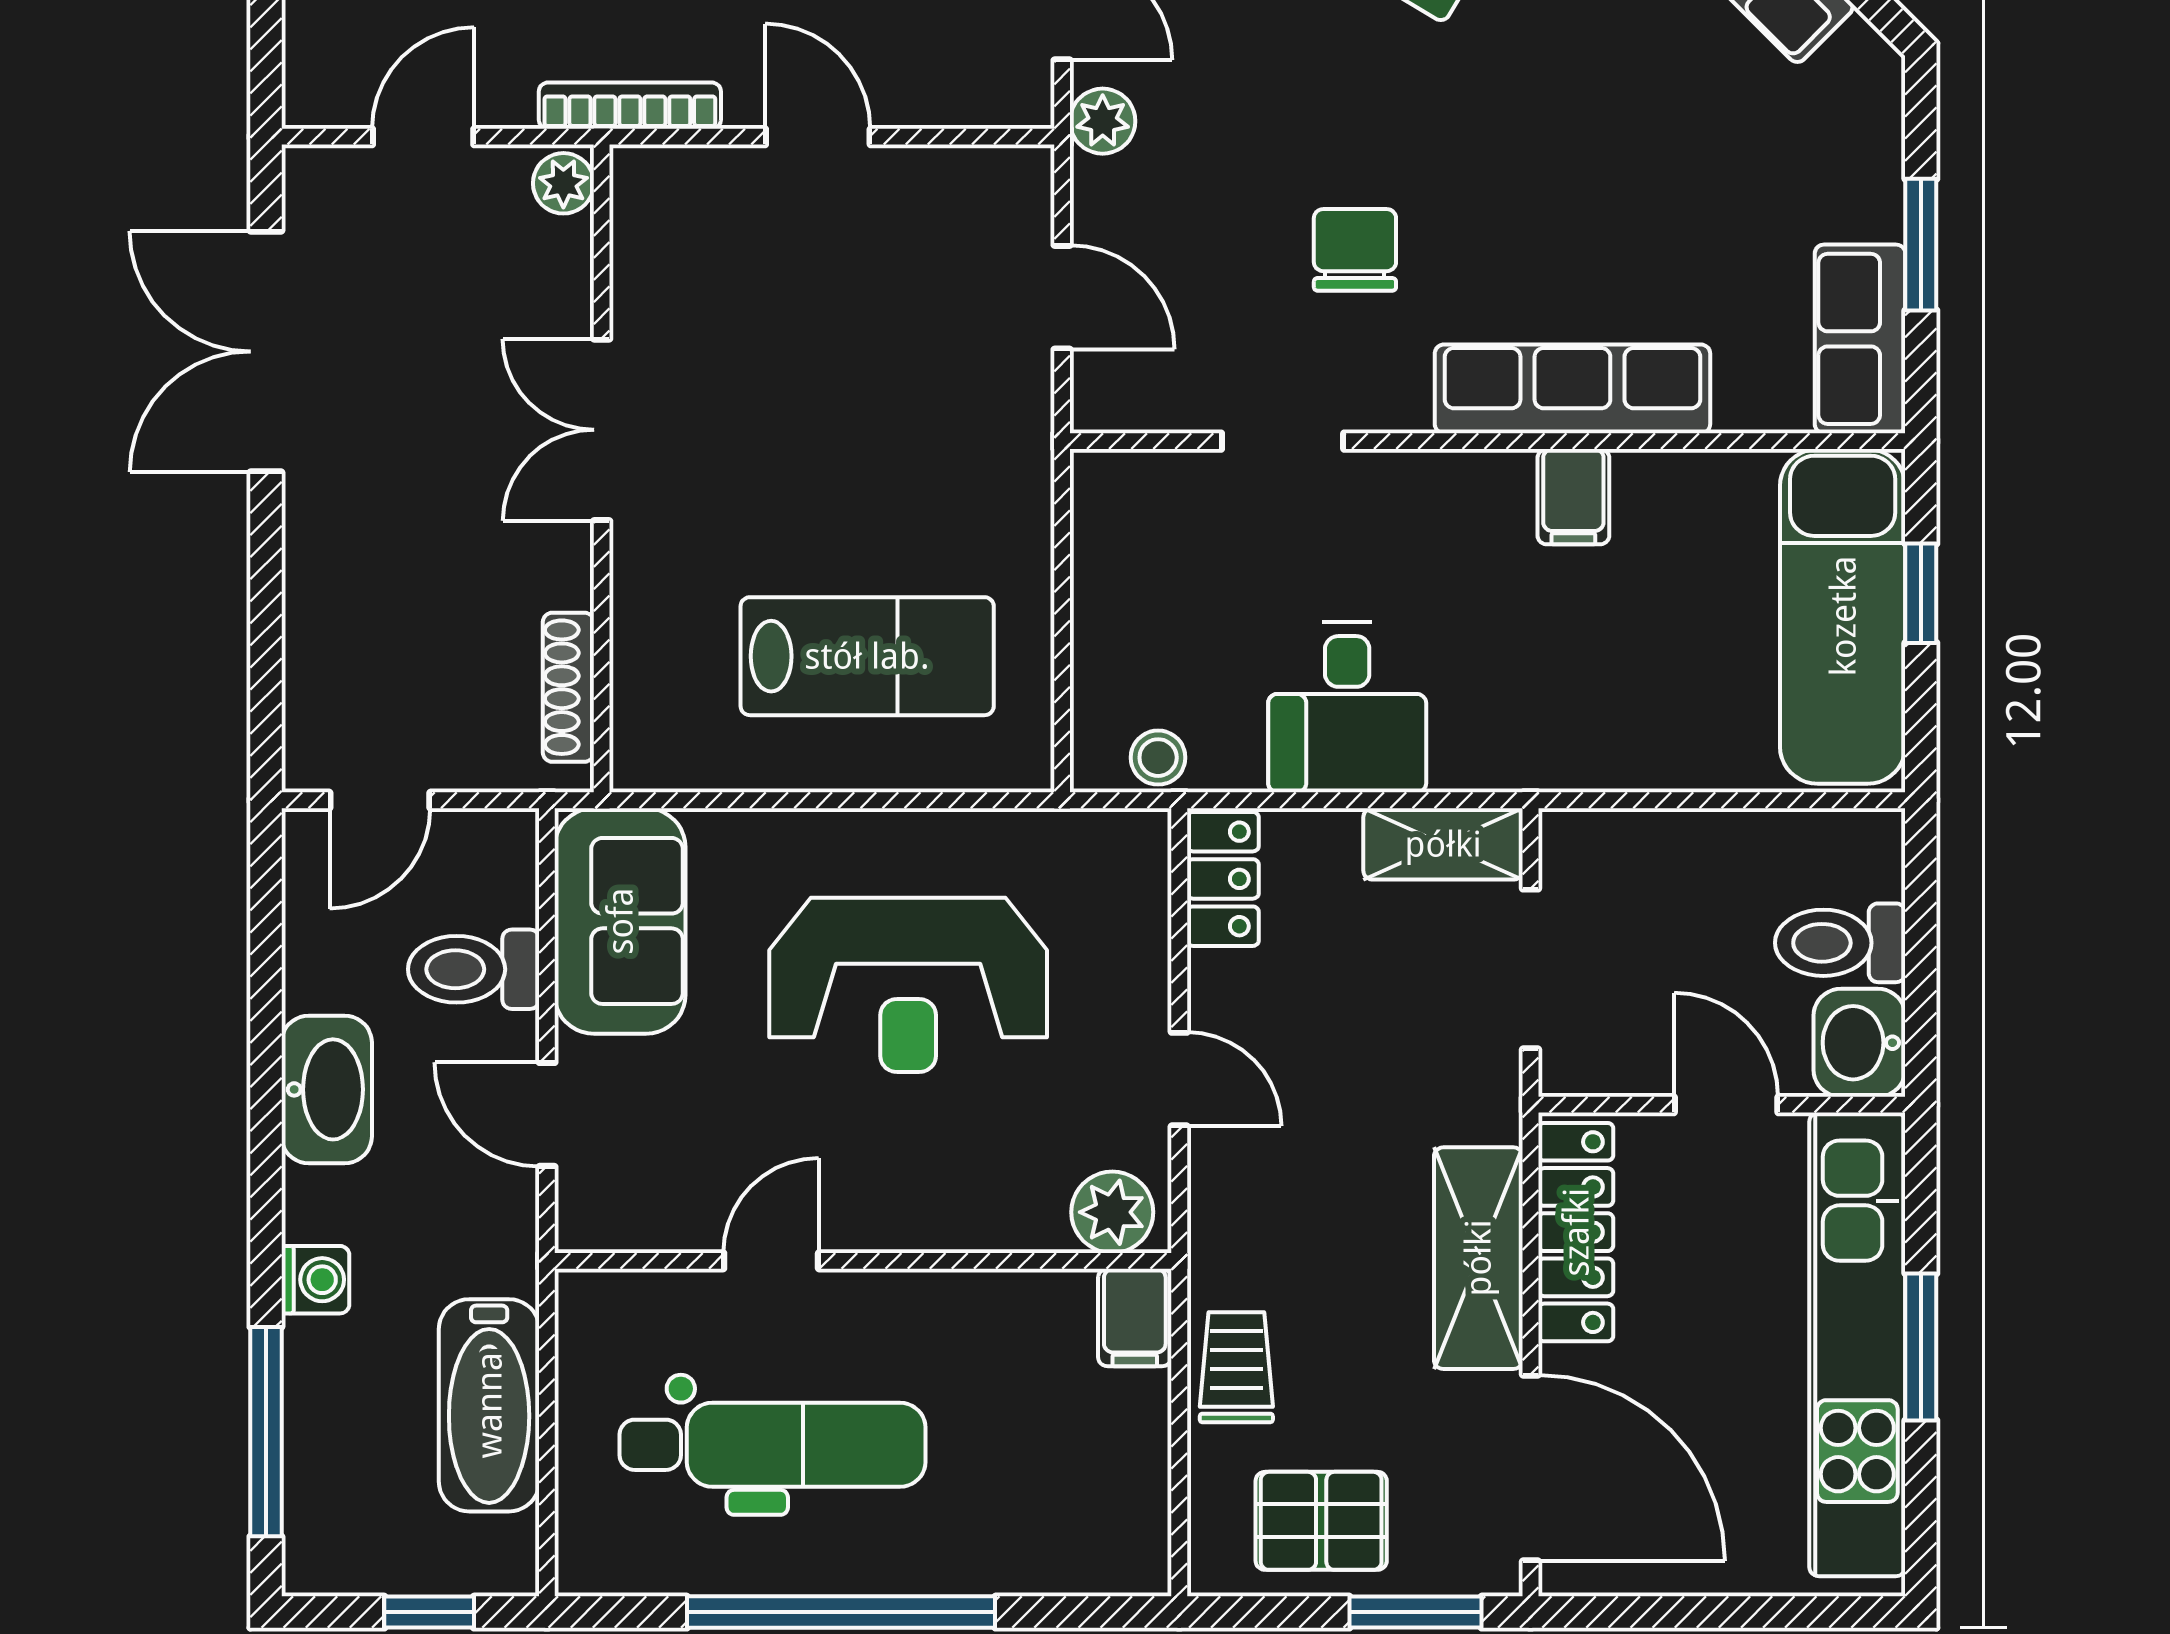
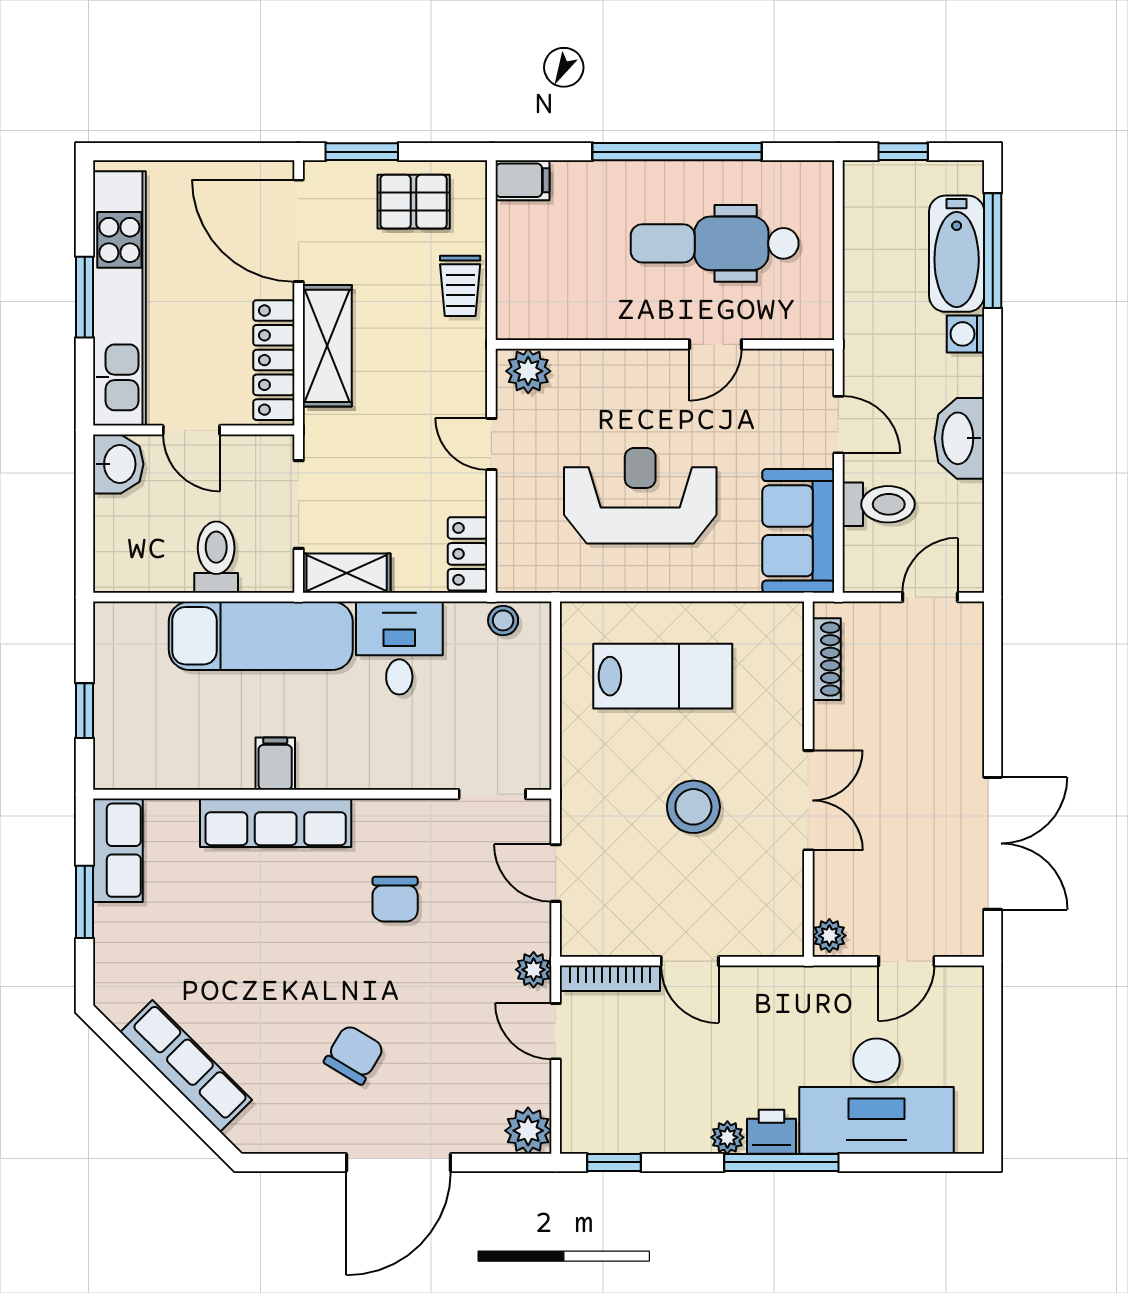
bookcase: (630, 106) -> (610, 978), moved
stool: (811, 418) -> (693, 807), added
doorway: (1283, 441) -> (492, 794), moved
exam couch: (1843, 616) -> (261, 636), moved, turned 90
lab bench: (867, 656) -> (663, 676), turned 180
toilet: (1840, 943) -> (216, 557), moved, turned -90
filing cabinet: (1135, 1317) -> (523, 180), moved, turned 90
bathtub: (489, 1405) -> (957, 254), moved, turned 180

